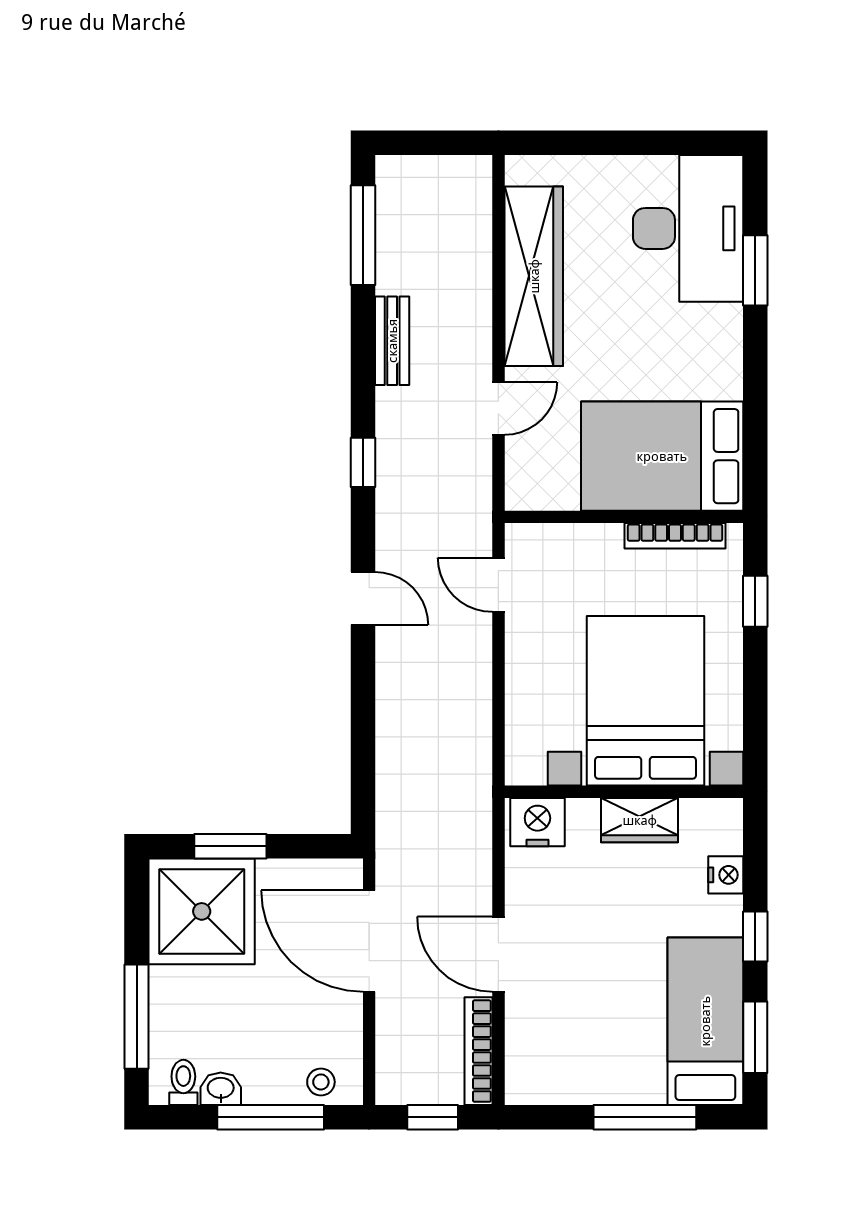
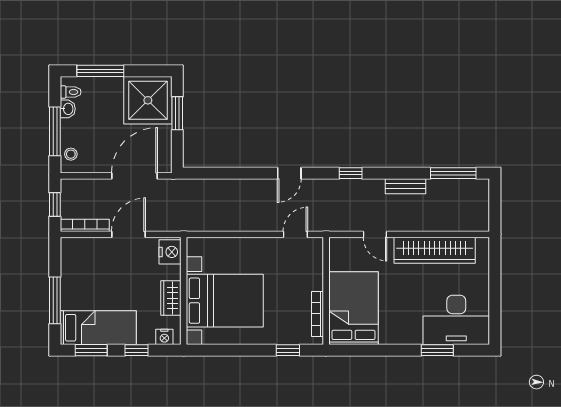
bed with nightstands: (645, 701) -> (225, 301), moved
wall: (624, 792) -> (184, 291), moved
wardrobe: (640, 820) -> (171, 298), moved
nightstand: (537, 822) -> (170, 252), moved

